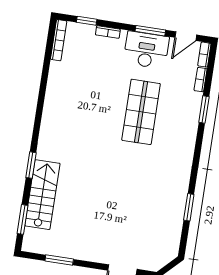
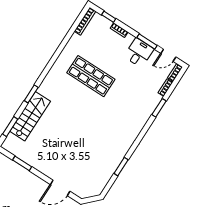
desk: (146, 50) -> (139, 53), width x0.73
shop shelf: (141, 112) -> (91, 76), moved, turned 90

